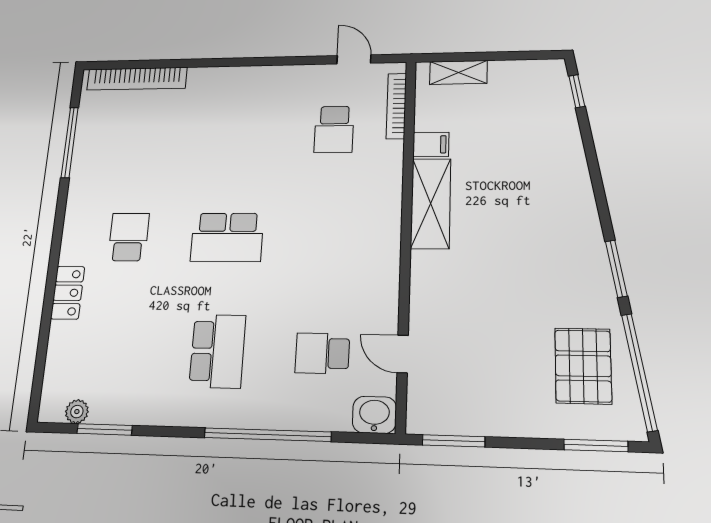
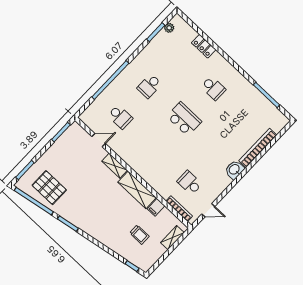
bookcase: (137, 79) -> (258, 148), moved
trolley: (508, 129) -> (139, 235), added
school desk: (227, 237) -> (184, 119), turned 90
shelving: (424, 282) -> (115, 166), added
locker: (68, 293) -> (204, 46), moved
school desk: (218, 351) -> (149, 86), width x0.54
school desk: (322, 353) -> (120, 117), turned 90
washbasin: (374, 415) -> (234, 170), moved, turned 180

